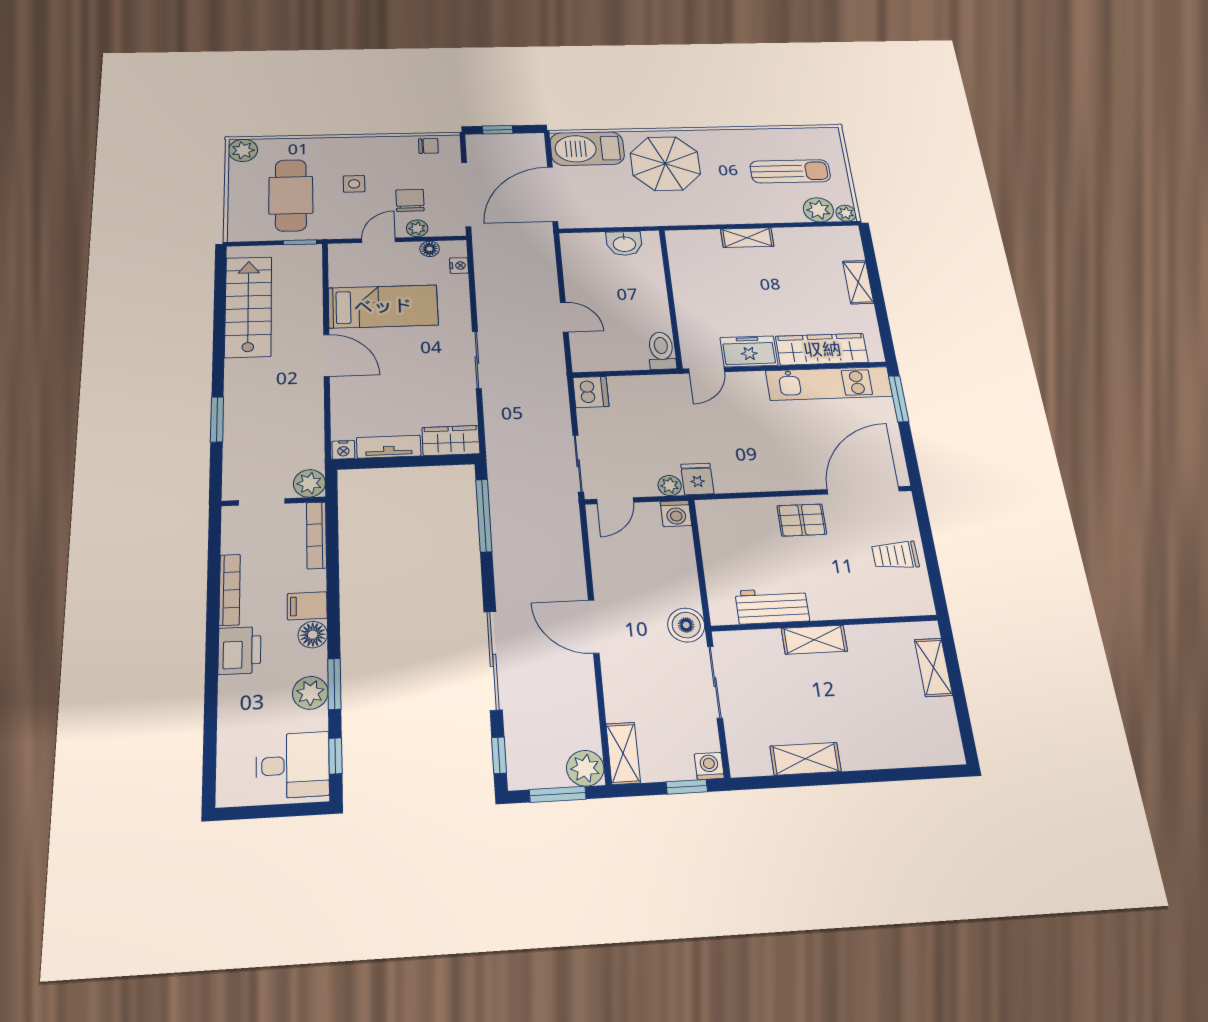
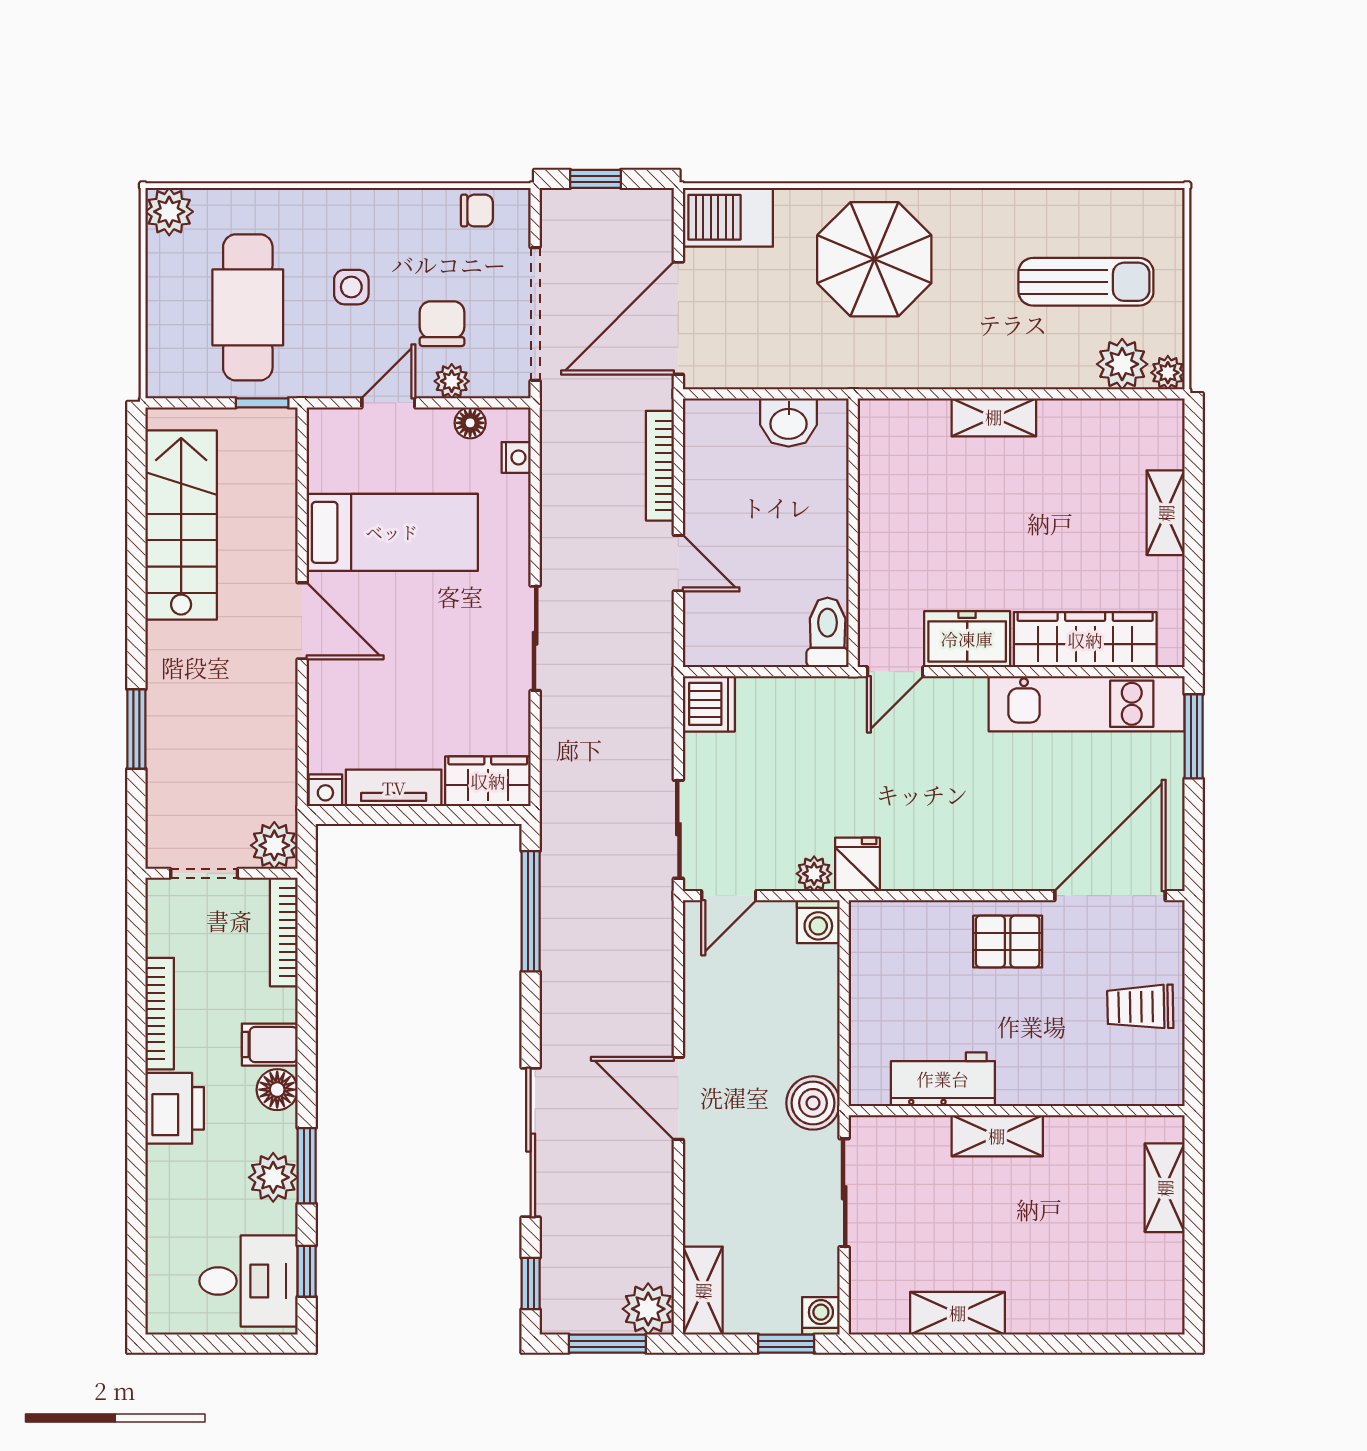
barbecue: (587, 149) -> (728, 217), width x0.73, depth x0.83
bookcase: (548, 267) -> (660, 466), added

